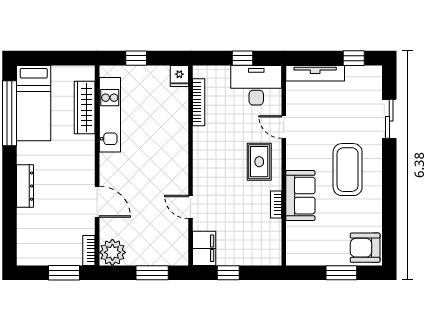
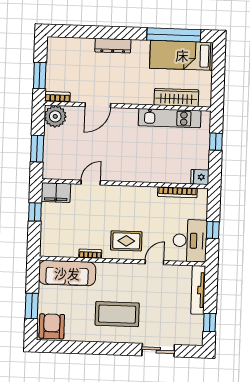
sofa: (300, 196) -> (67, 273), moved, width x1.36

